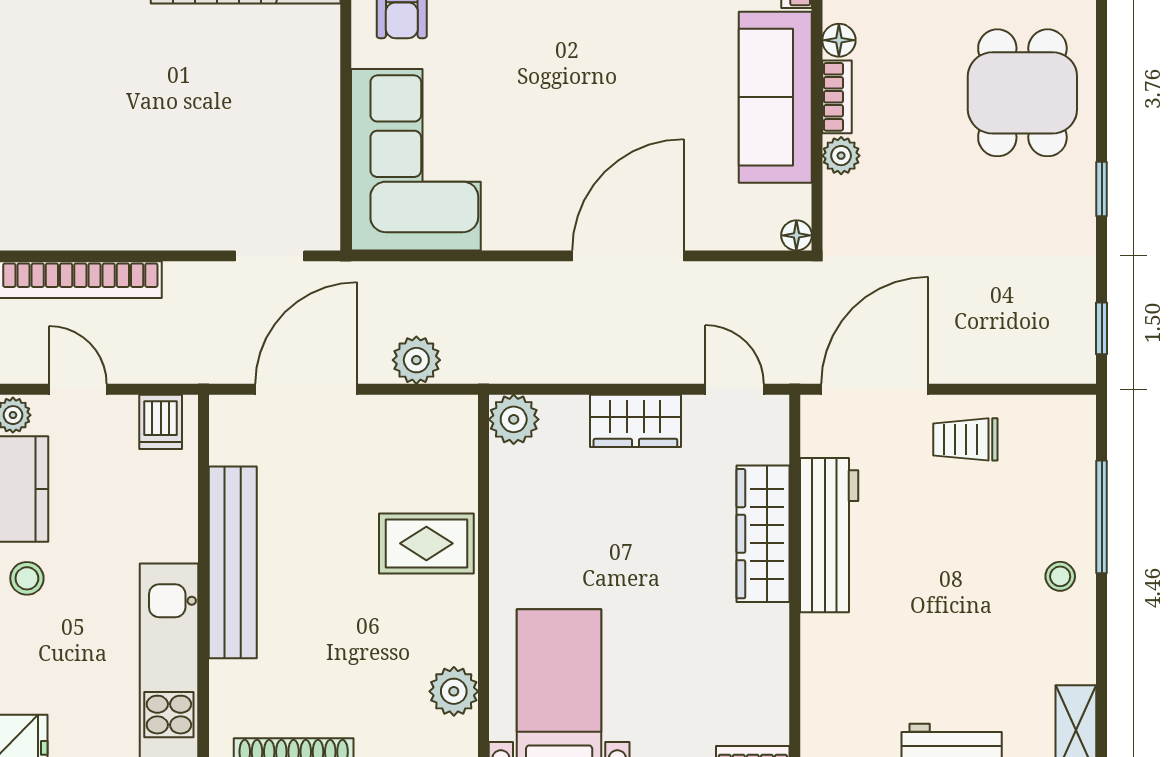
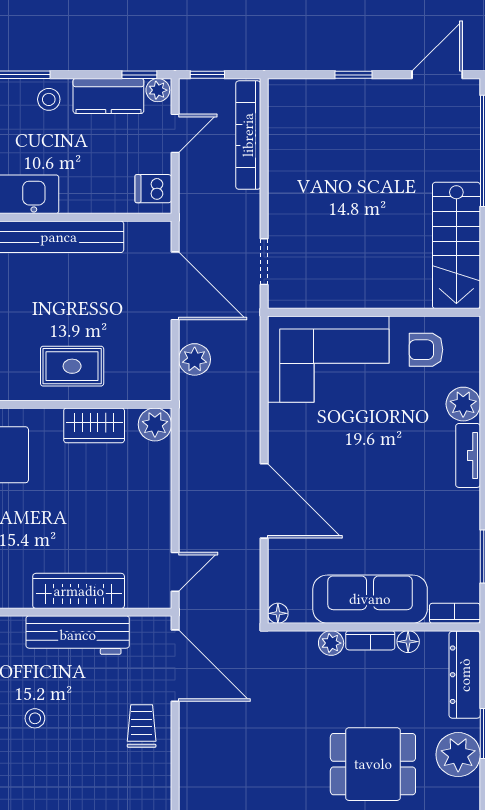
wardrobe: (635, 421) -> (94, 425), moved, turned -90
rug: (426, 543) -> (72, 366), turned 90
stool: (1060, 576) -> (35, 718), moved

